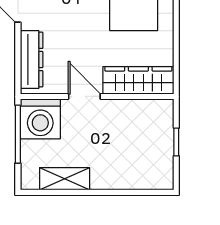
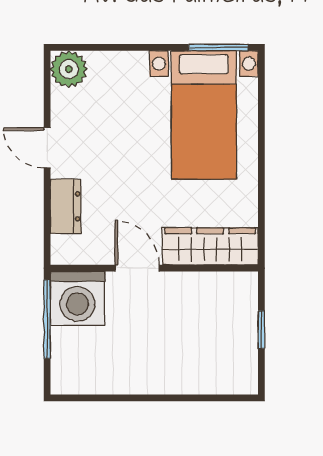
dresser: (32, 60) -> (66, 206), width x0.70
shelving: (65, 179) -> (110, 380), removed

